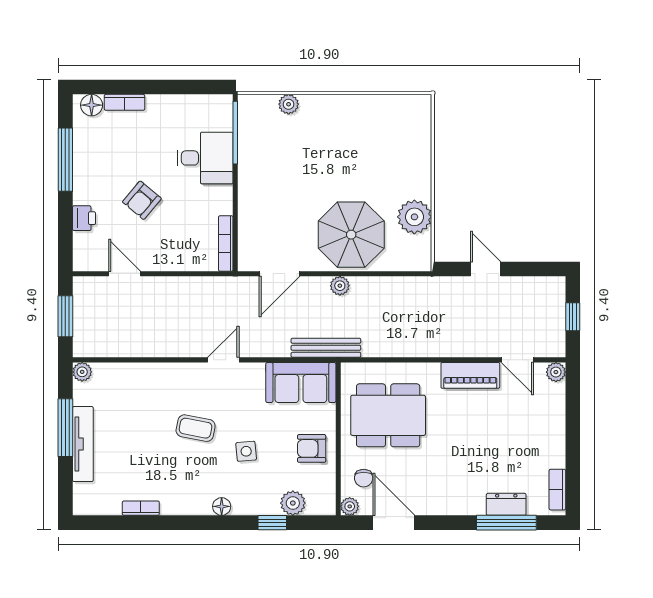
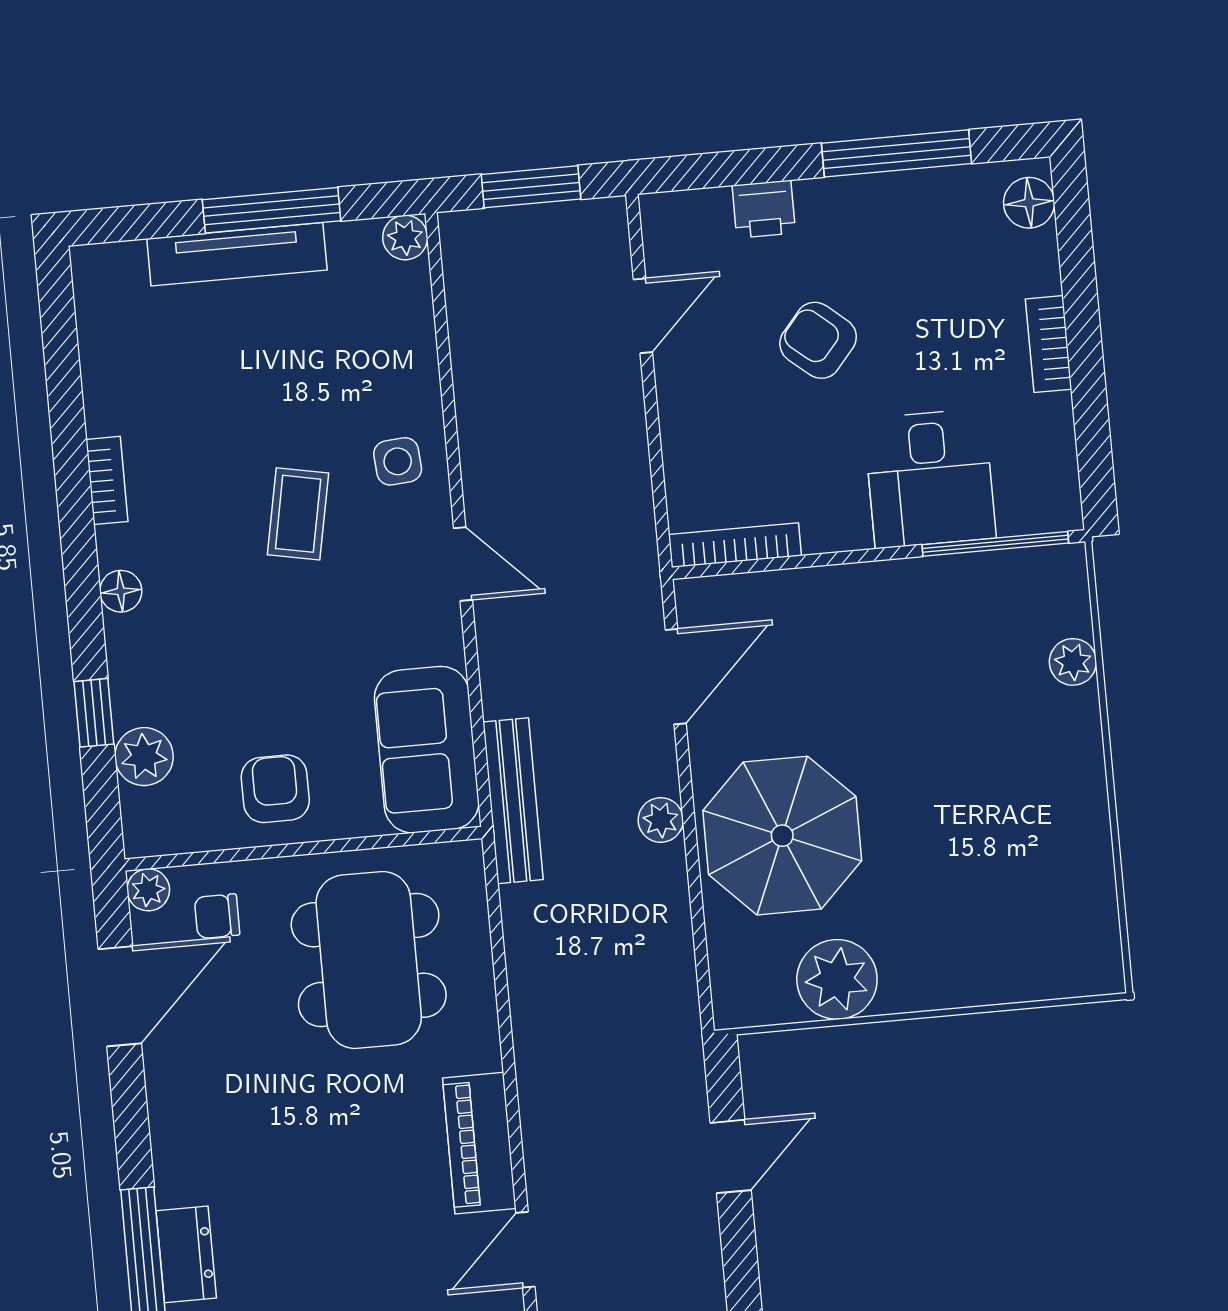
bookcase: (124, 102) -> (1049, 344), moved
door: (279, 274) -> (676, 677), swing flipped
side table: (246, 451) -> (398, 461), moved
bookcase: (141, 508) -> (107, 480), moved

